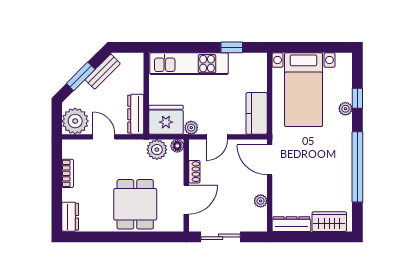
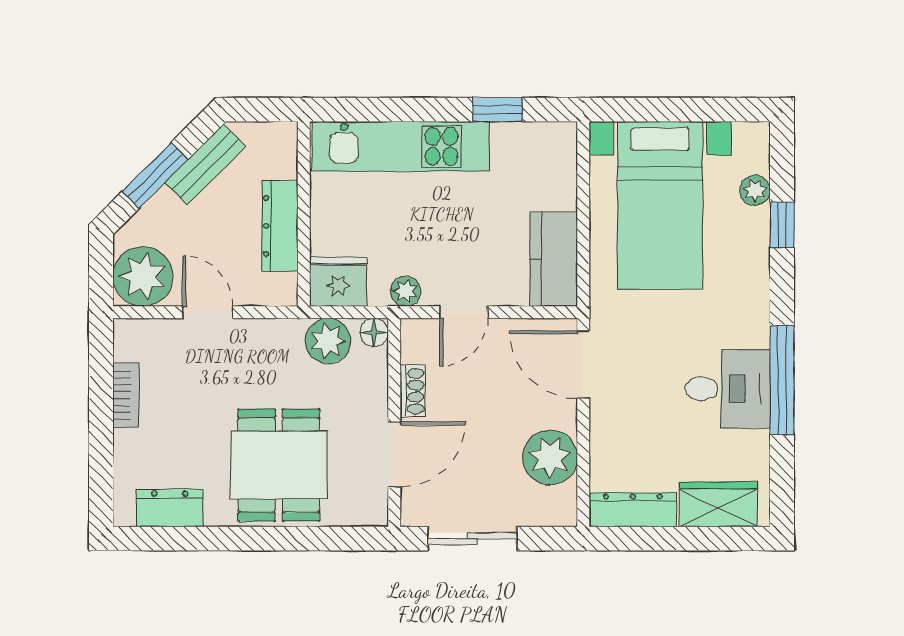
plant: (345, 109) -> (755, 190), moved
dresser: (136, 114) -> (280, 226), moved
fridge: (166, 120) -> (338, 282), width x0.73, depth x0.75
window: (357, 167) -> (782, 380), width x0.68
desk: (333, 171) -> (728, 389), added
plant: (261, 201) -> (550, 457), width x1.88, depth x1.88
dresser: (70, 217) -> (170, 508), moved, turned -90

